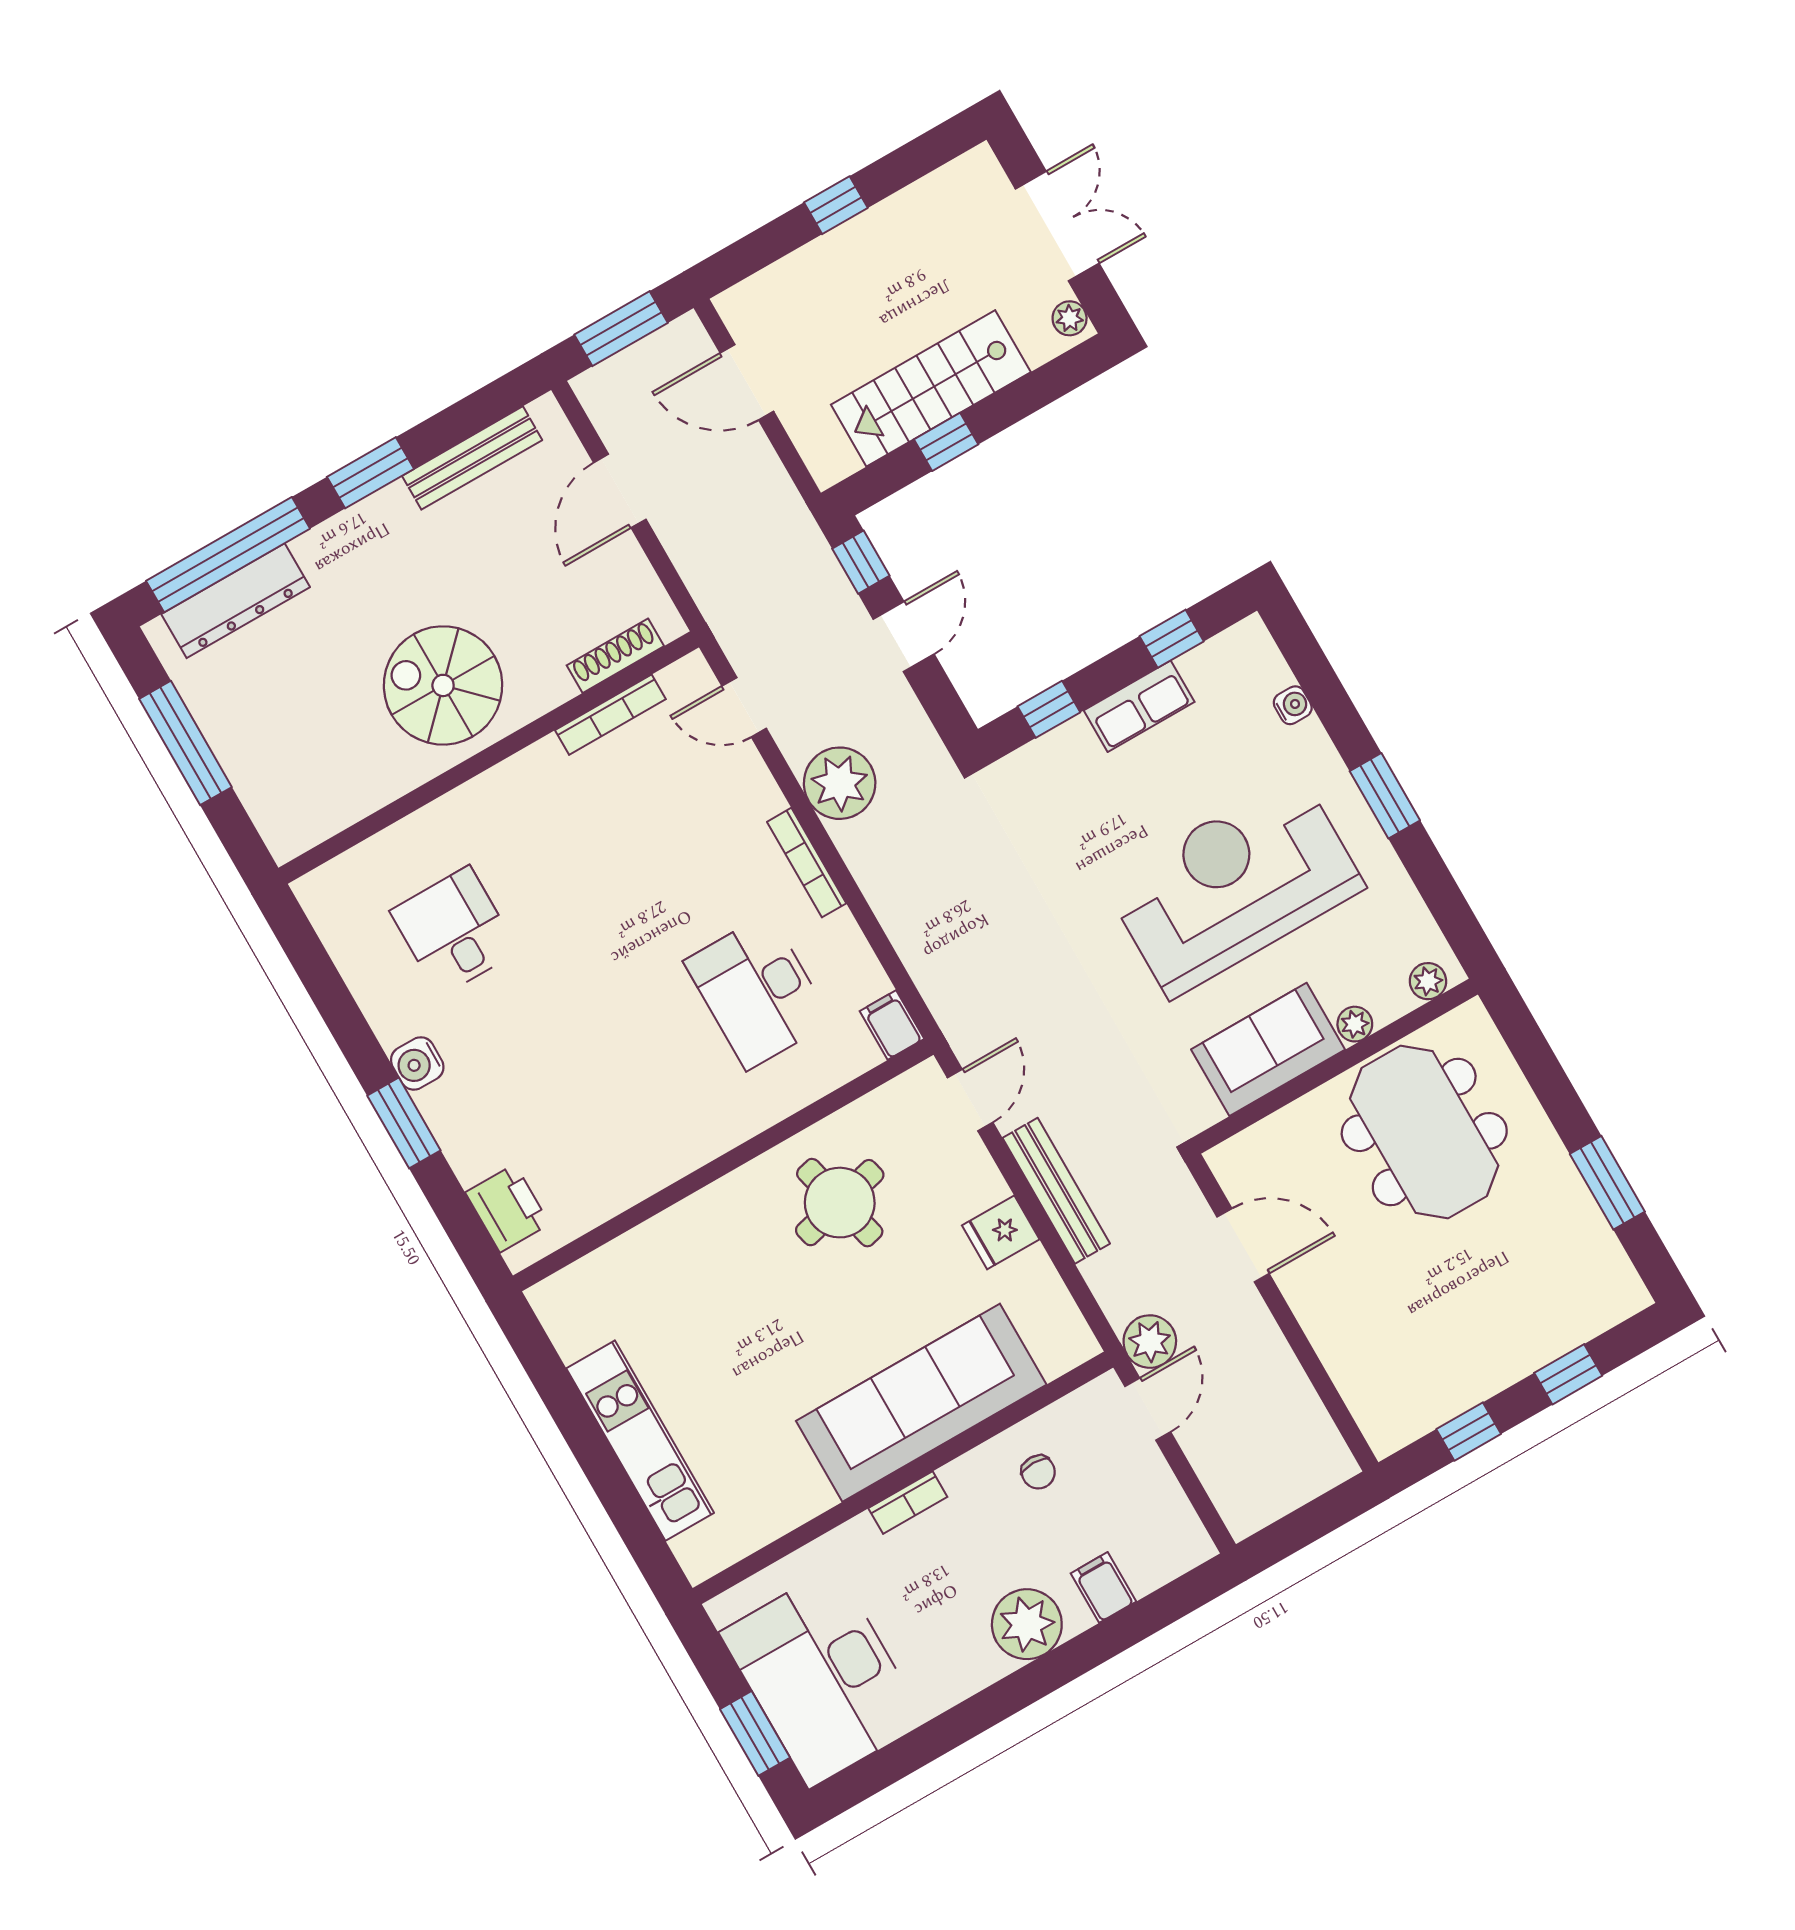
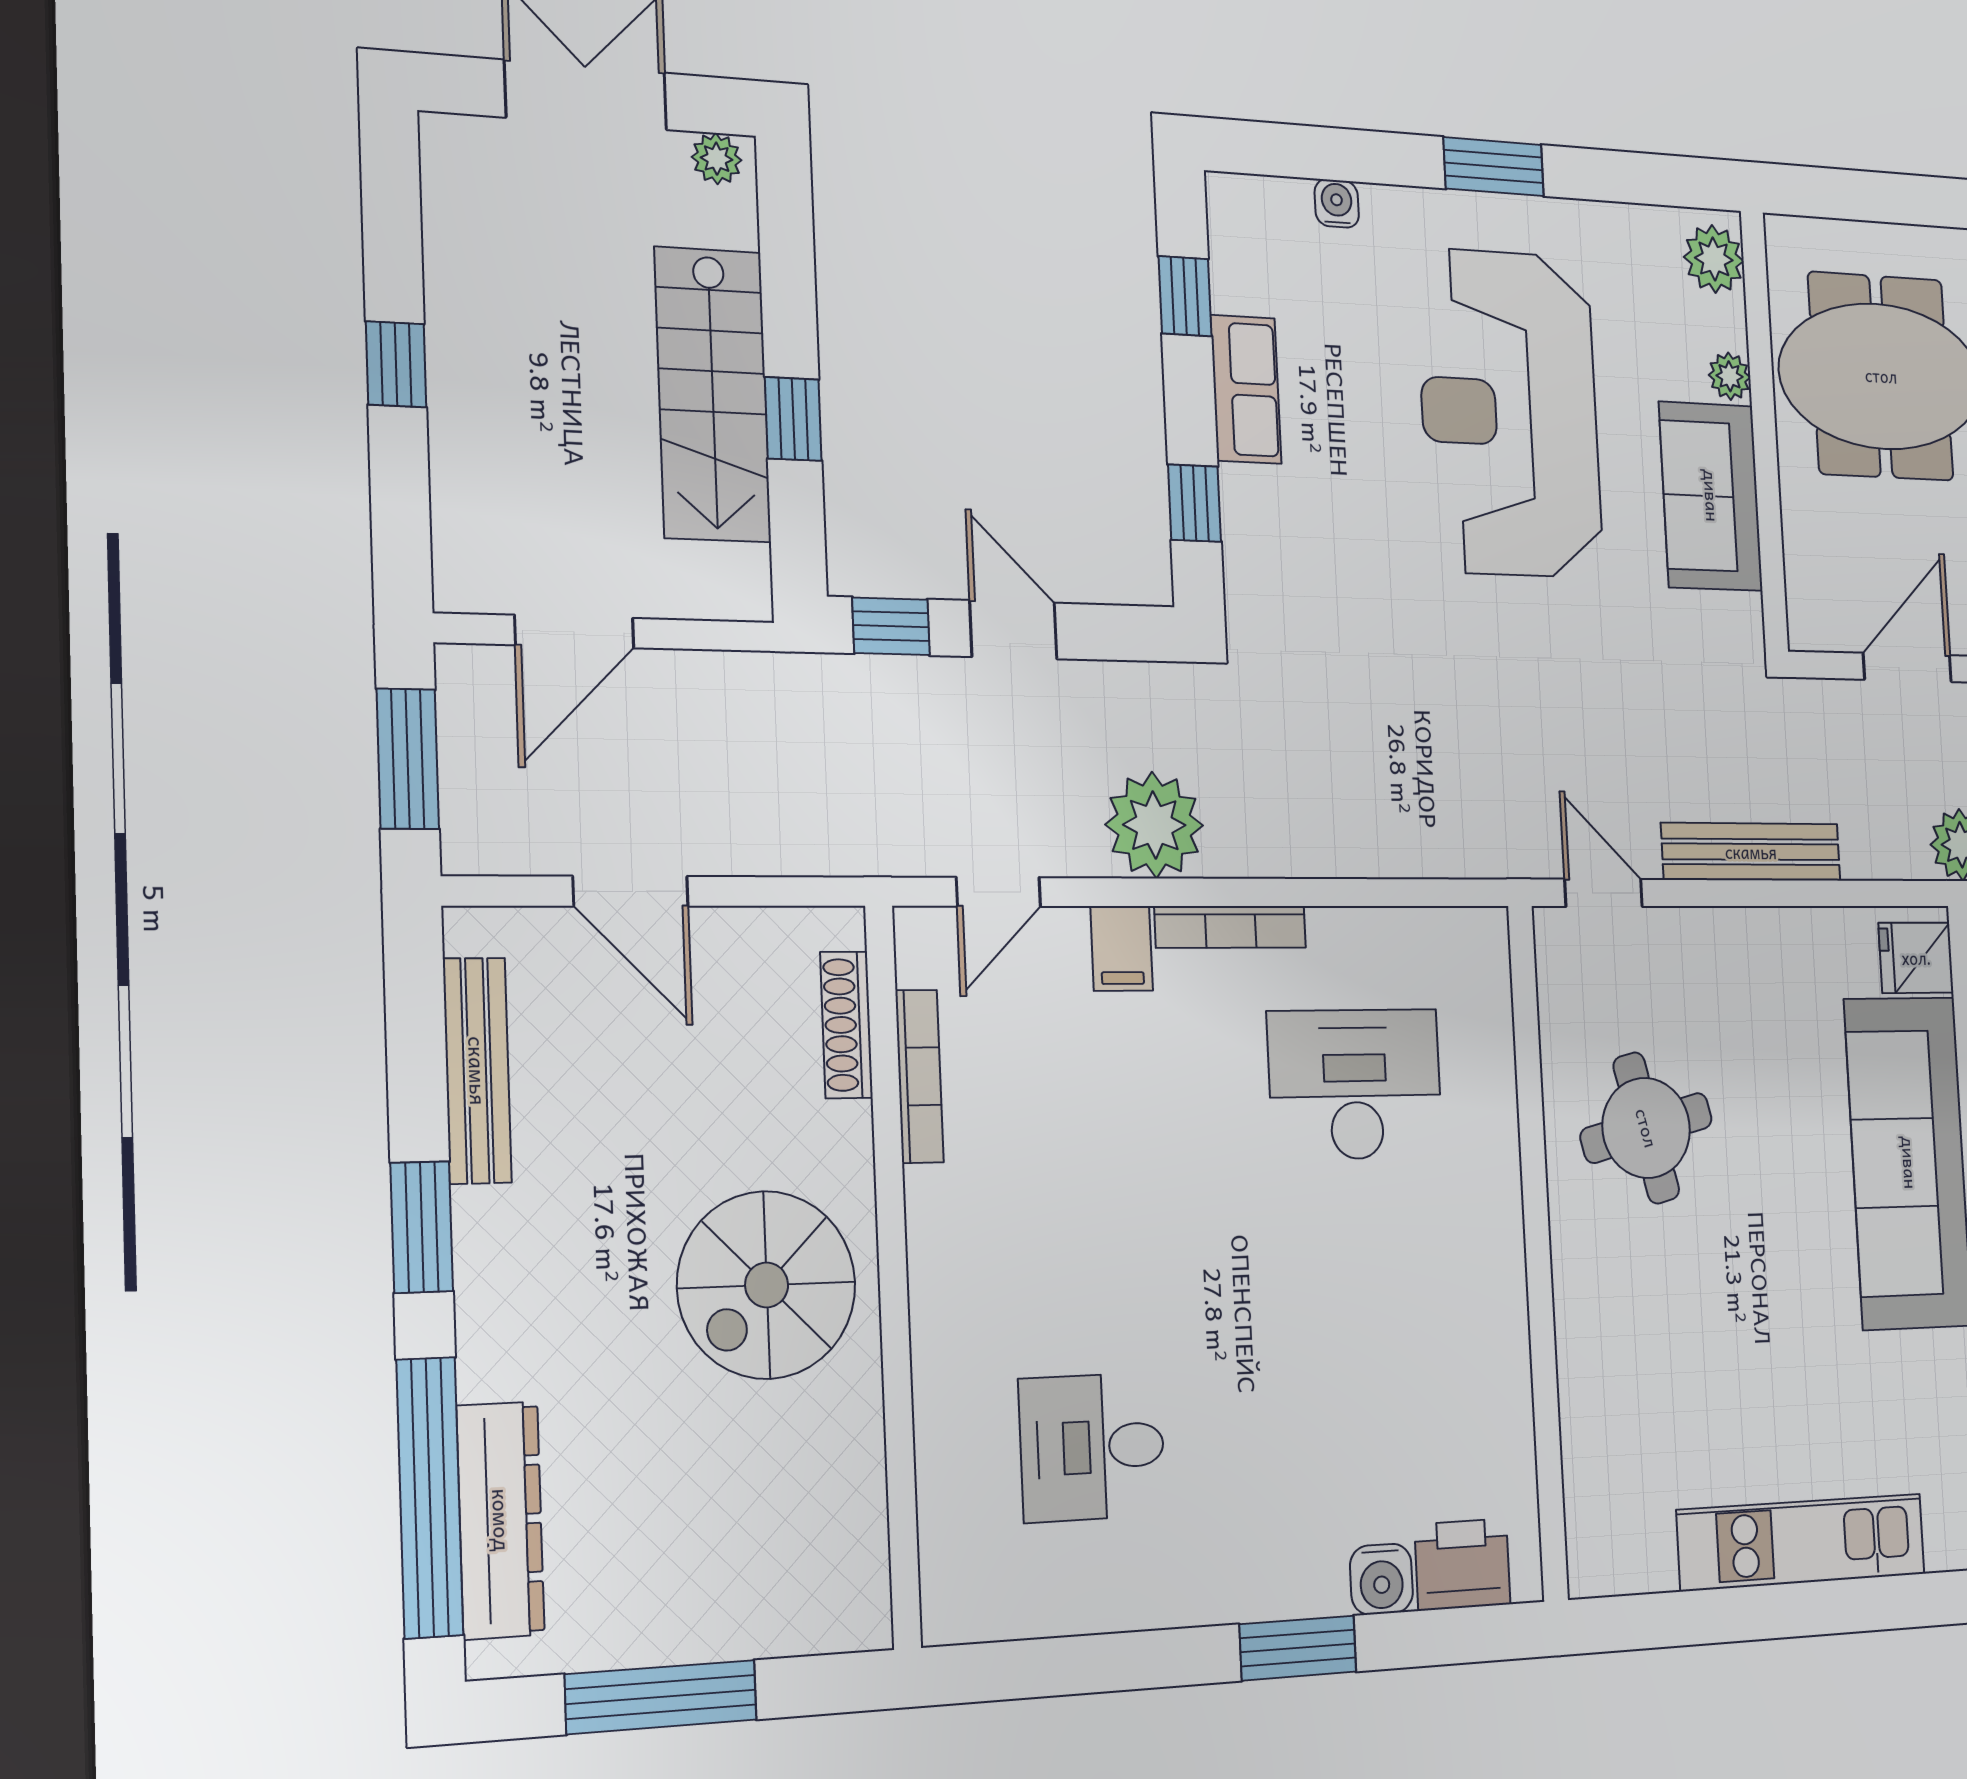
plant: (1428, 981) -> (1714, 259), width x1.38, depth x1.38
desk: (758, 992) -> (1355, 1084), turned 180
filing cabinet: (892, 1025) -> (1122, 948), moved, turned -90
water cooler: (417, 1063) -> (1381, 1579), moved
fridge: (1001, 1232) -> (1916, 958), moved, turned 90

